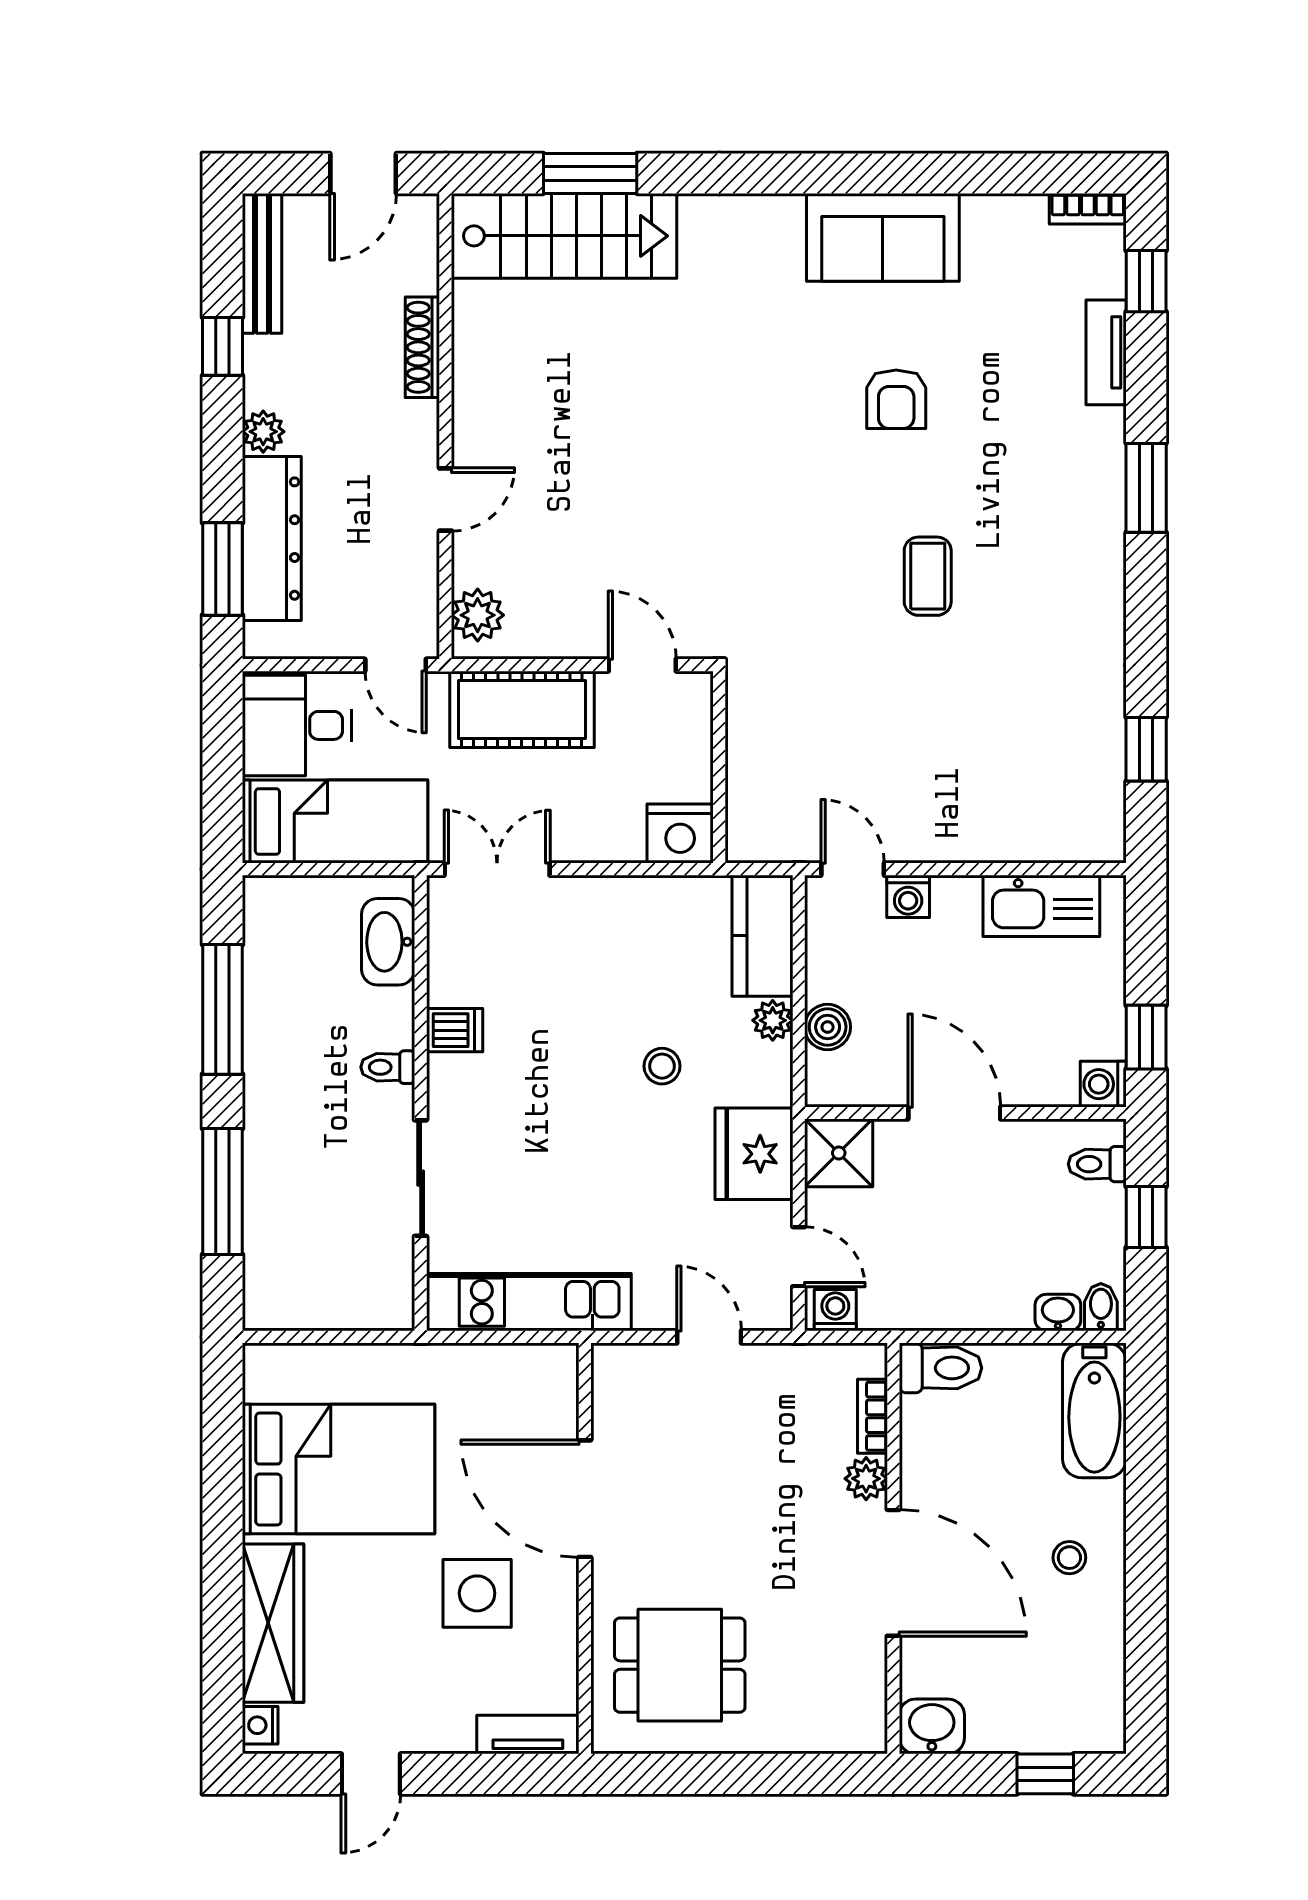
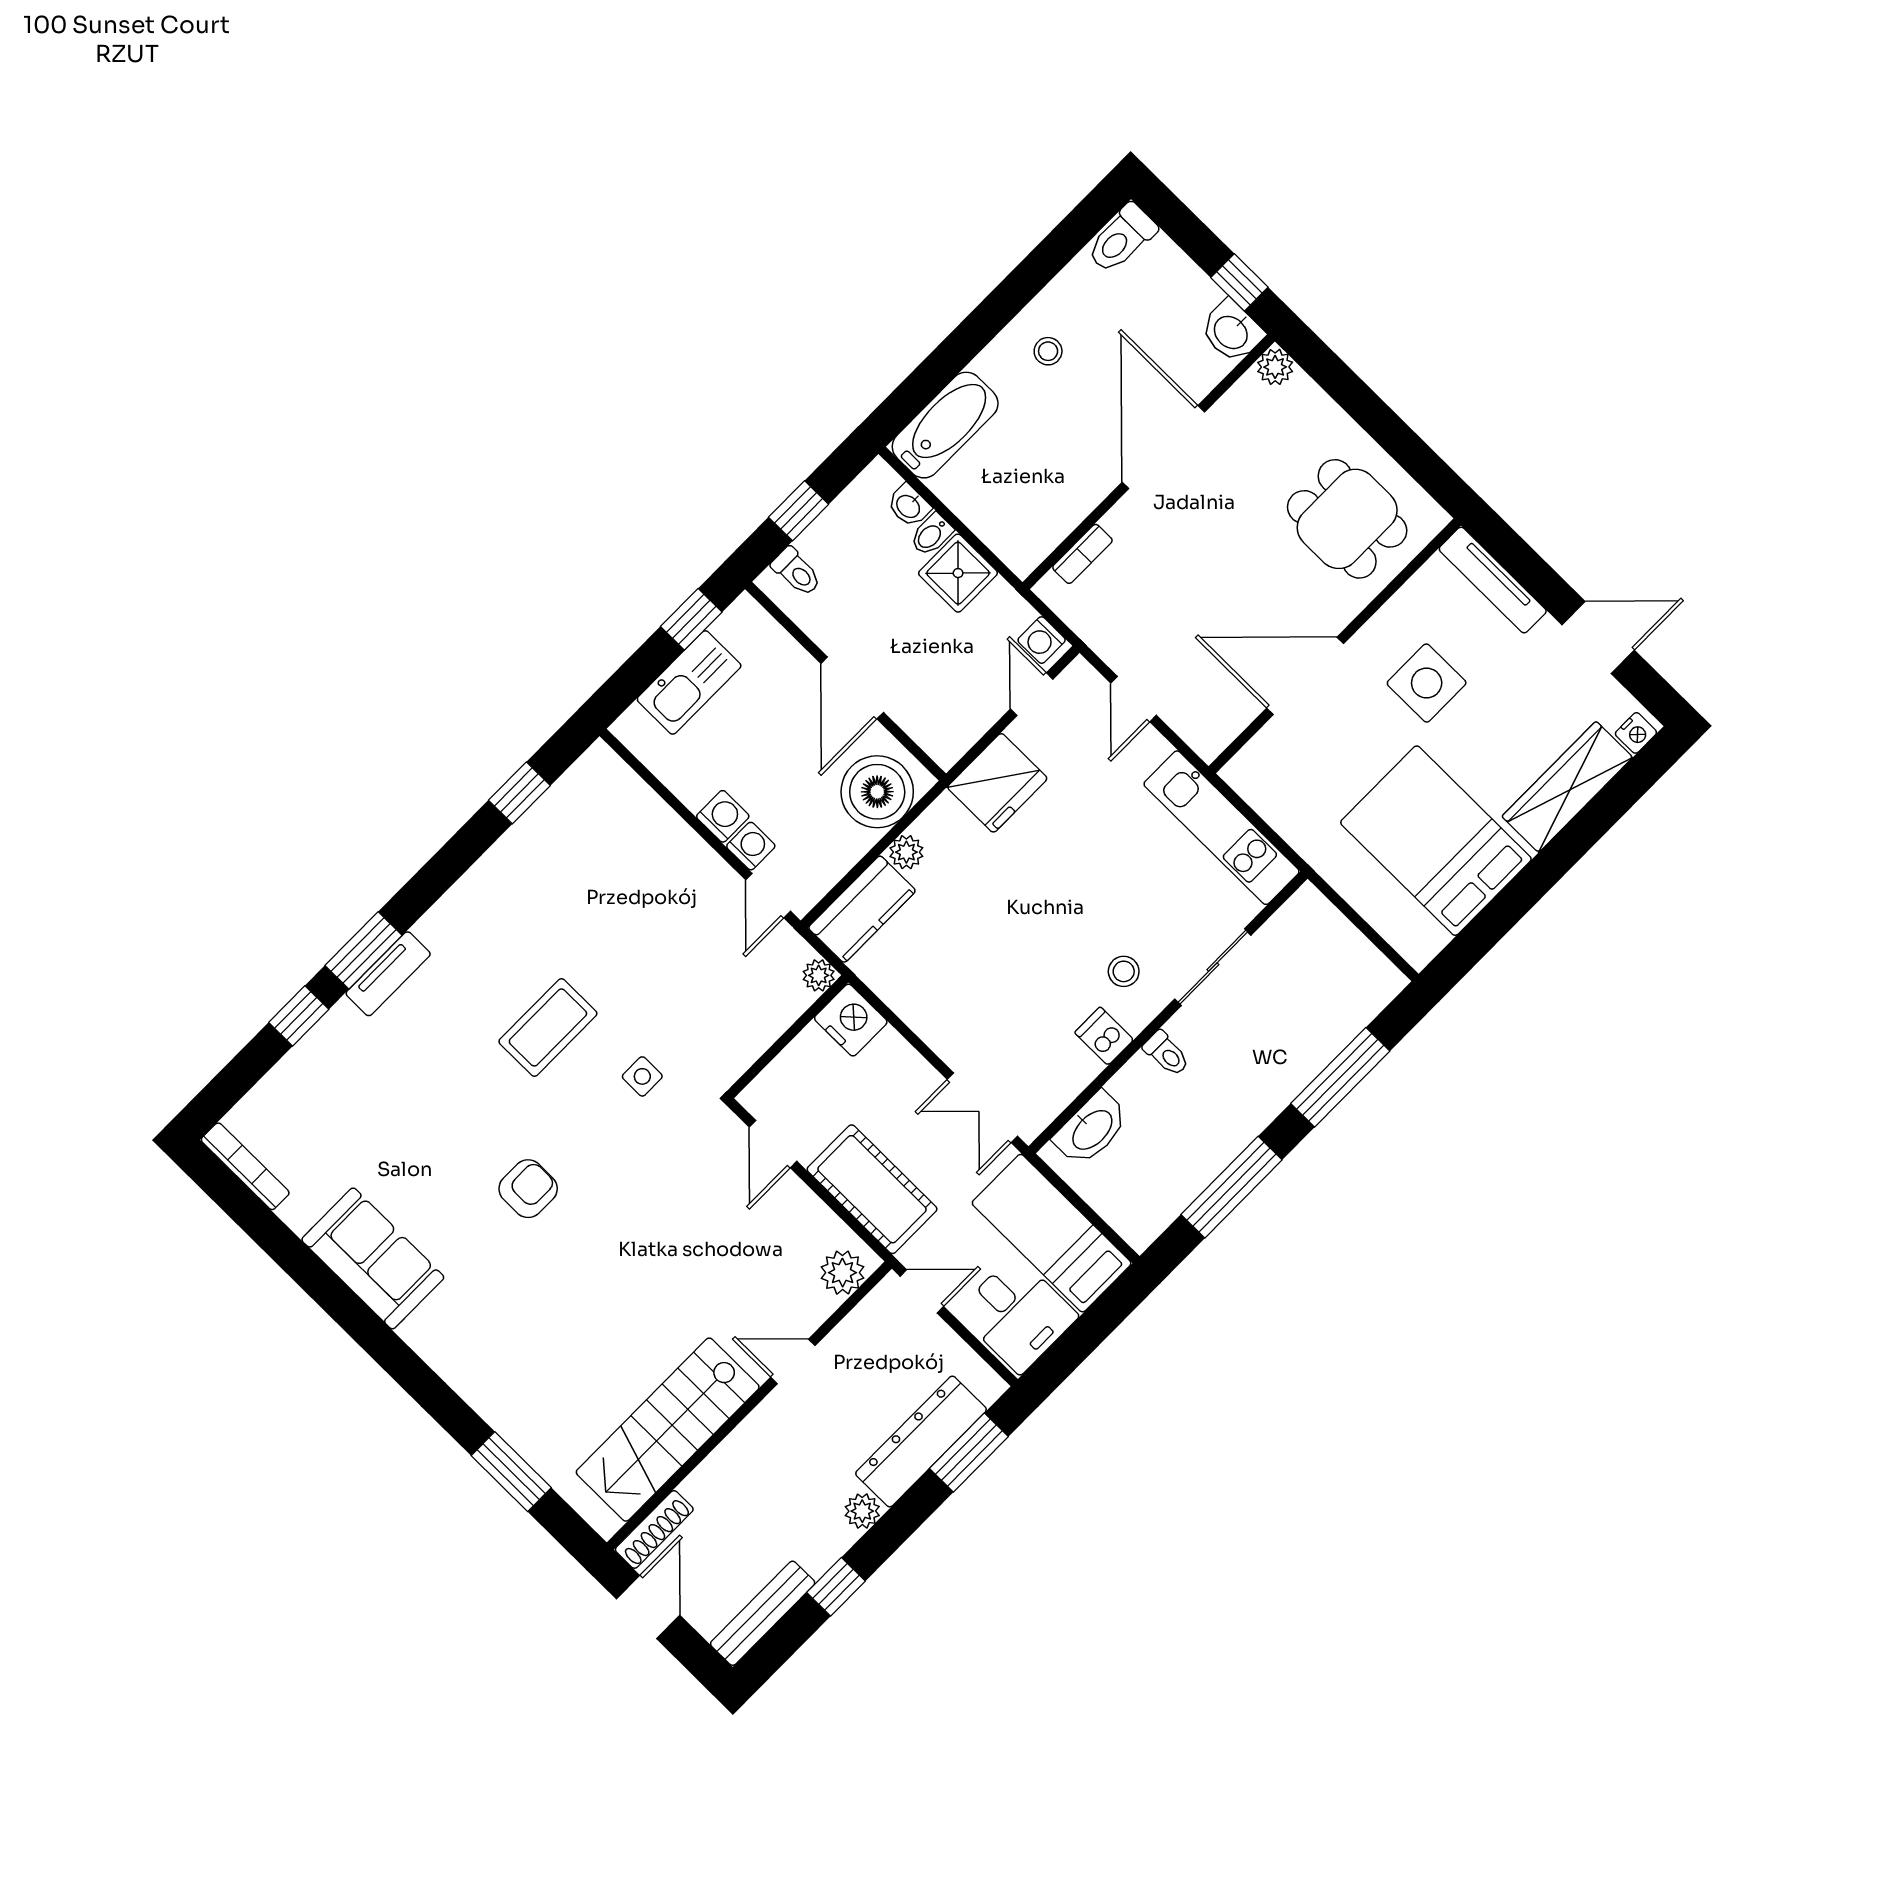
door: (363, 173) -> (648, 1607), hinge flipped
bookcase: (1088, 209) -> (245, 1166), width x1.56
stairs: (564, 236) -> (668, 1430), moved, turned -90
window: (1146, 281) -> (299, 1016), moved
shoe rack: (422, 347) -> (654, 1529), moved
tv unit: (1106, 352) -> (388, 974), moved
armchair: (896, 399) -> (528, 1189), moved
coffee table: (928, 576) -> (548, 1027), width x1.36, depth x1.30
side table: (808, 613) -> (642, 1076), added
door: (396, 665) -> (922, 1291), hinge flipped
plant: (744, 844) -> (819, 975), added
kitchen sink: (1041, 906) -> (689, 682), moved, turned 90
boiler: (828, 1027) -> (877, 792), width x1.86, depth x1.86
stool: (662, 1066) -> (1124, 971), moved
washing machine: (1103, 1084) -> (723, 816), moved, turned -90
shower: (839, 1153) -> (958, 573), moved
bidet: (1101, 1307) -> (931, 535), moved
toilet: (940, 1368) -> (1121, 239), moved, turned -90
plant: (866, 1479) -> (1275, 367), moved
door: (585, 1499) -> (1305, 676), swing flipped
tv unit: (528, 1735) -> (1493, 580), width x1.41
door: (371, 1774) -> (1598, 638), width x1.37
window: (1045, 1774) -> (1239, 282), moved

